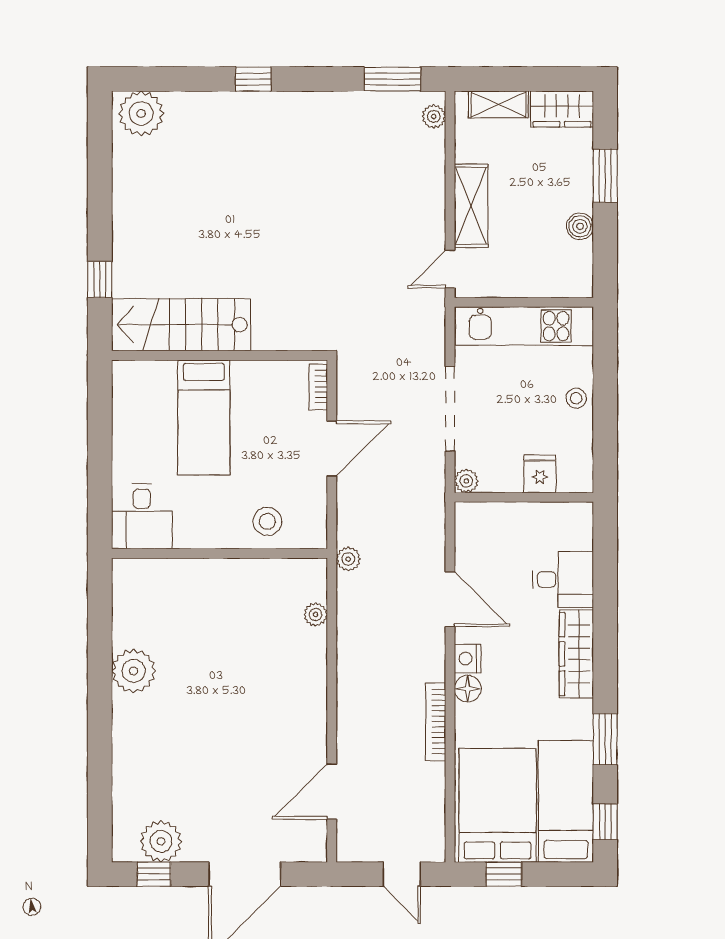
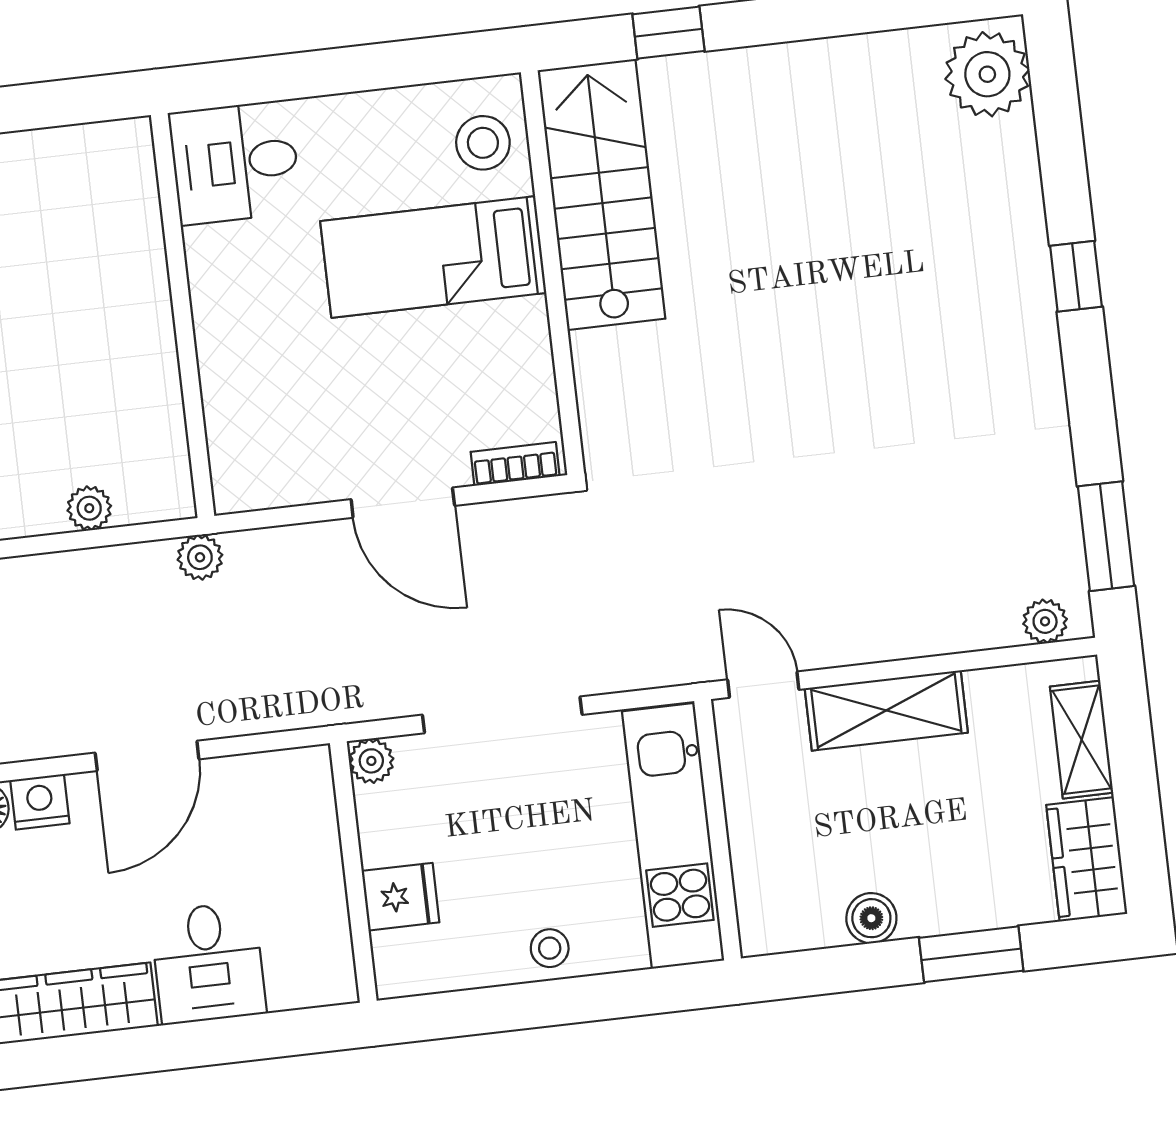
stool: (267, 521) -> (483, 143), moved

